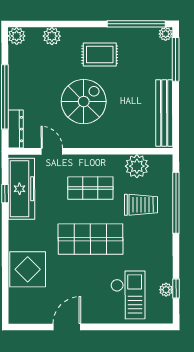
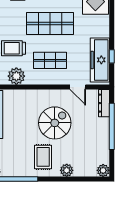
plant: (52, 36) -> (67, 170), moved
rug: (100, 54) -> (43, 157), turned 90
spiral stairs: (84, 102) -> (55, 123), turned 180

